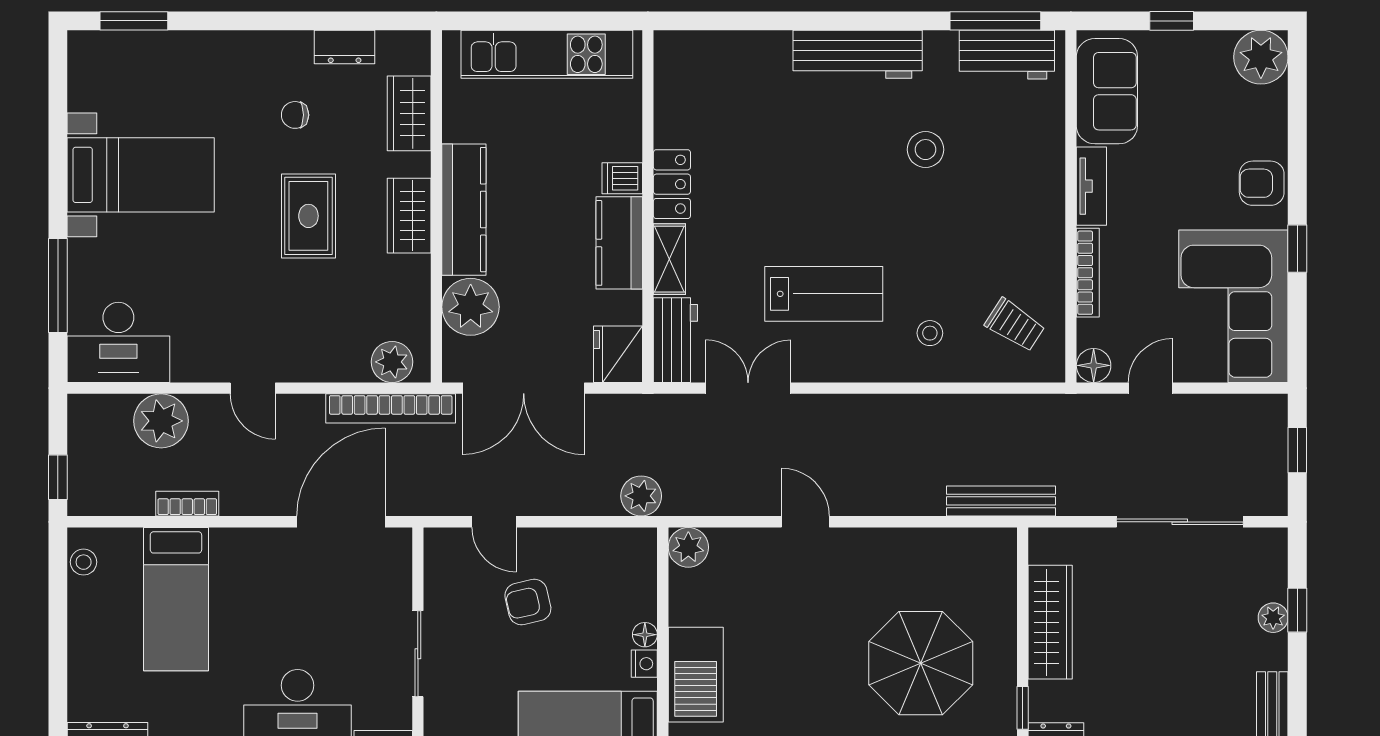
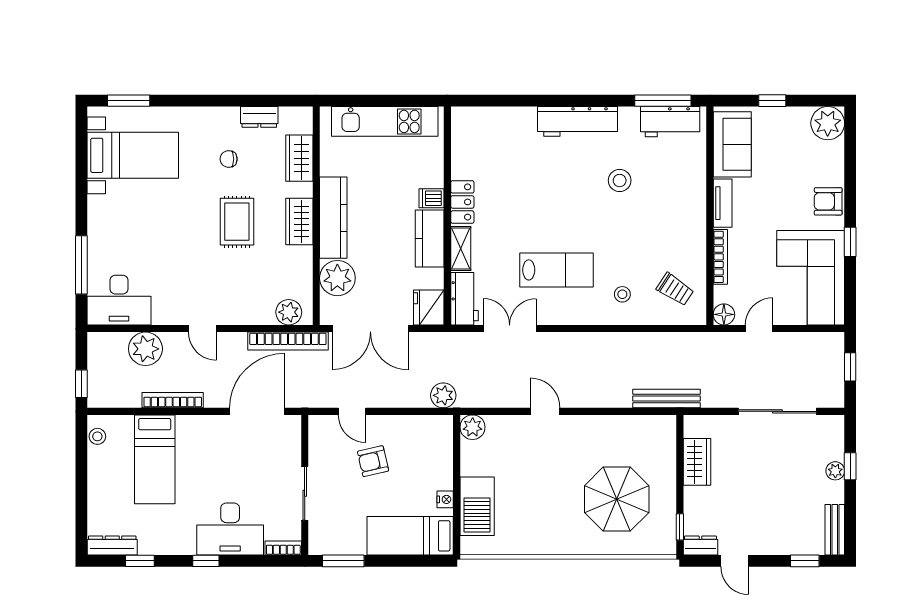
bed with nightstands: (141, 175) -> (133, 155), moved
bookcase: (187, 504) -> (173, 400), width x1.56
wardrobe: (1050, 622) -> (697, 462), width x0.67
floor lamp: (645, 635) -> (446, 481), removed

